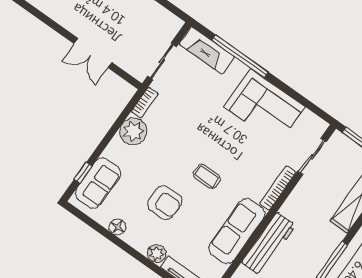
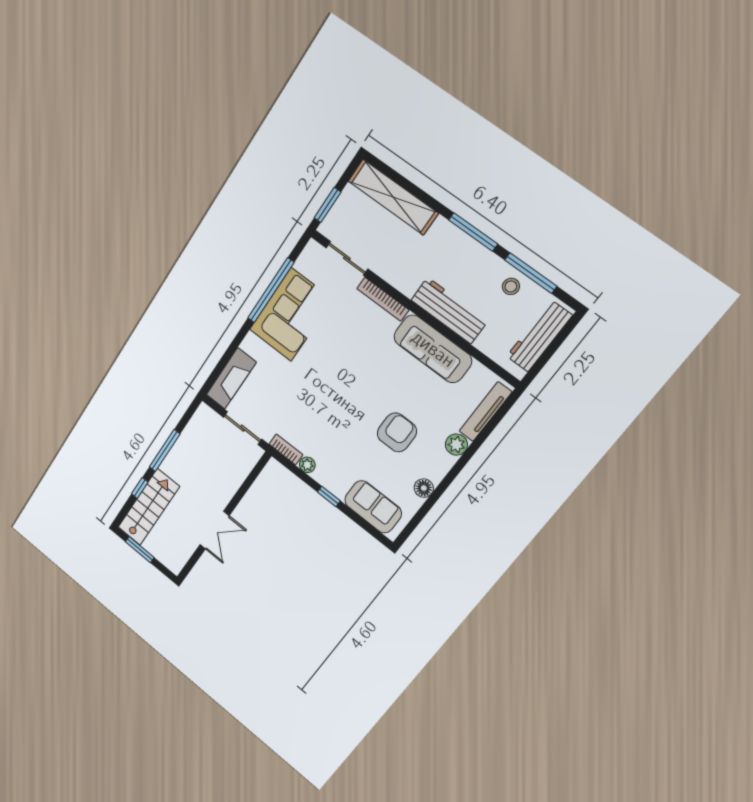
double door: (93, 53) -> (214, 530), moved
window: (240, 56) -> (271, 290), moved
plant: (133, 131) -> (307, 465), width x0.53, depth x0.53
window: (83, 173) -> (329, 496), moved
coffee table: (207, 176) -> (368, 383), removed

